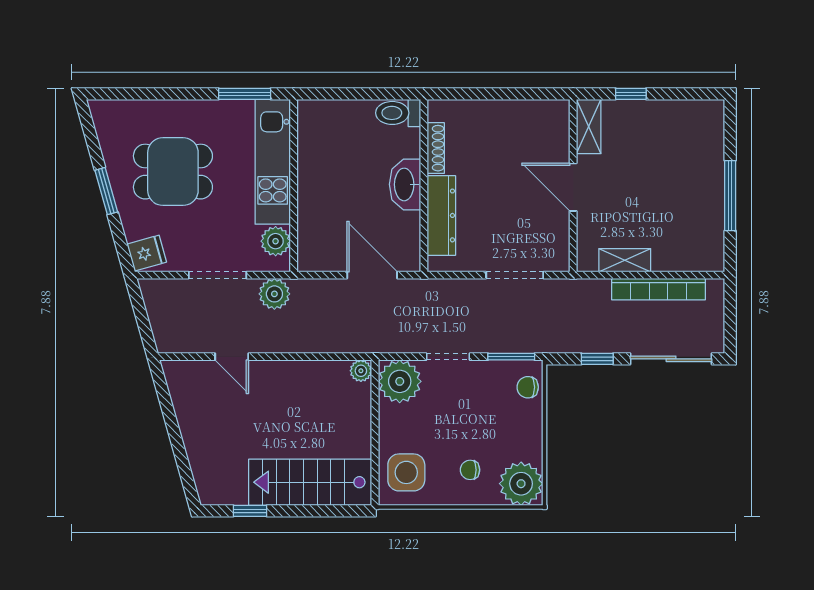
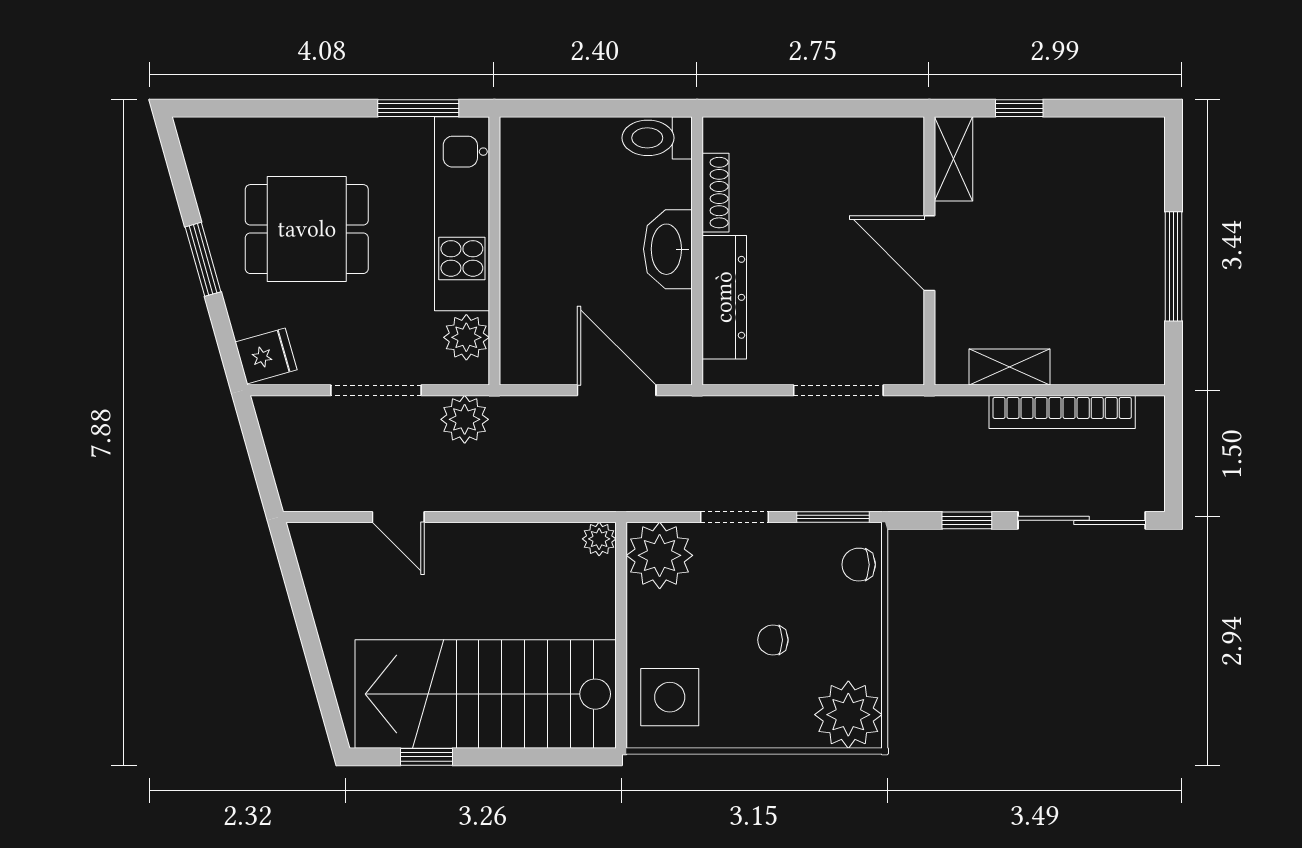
chair: (470, 470) -> (773, 640), moved
stairs: (310, 482) -> (486, 694), width x1.36, depth x1.51

